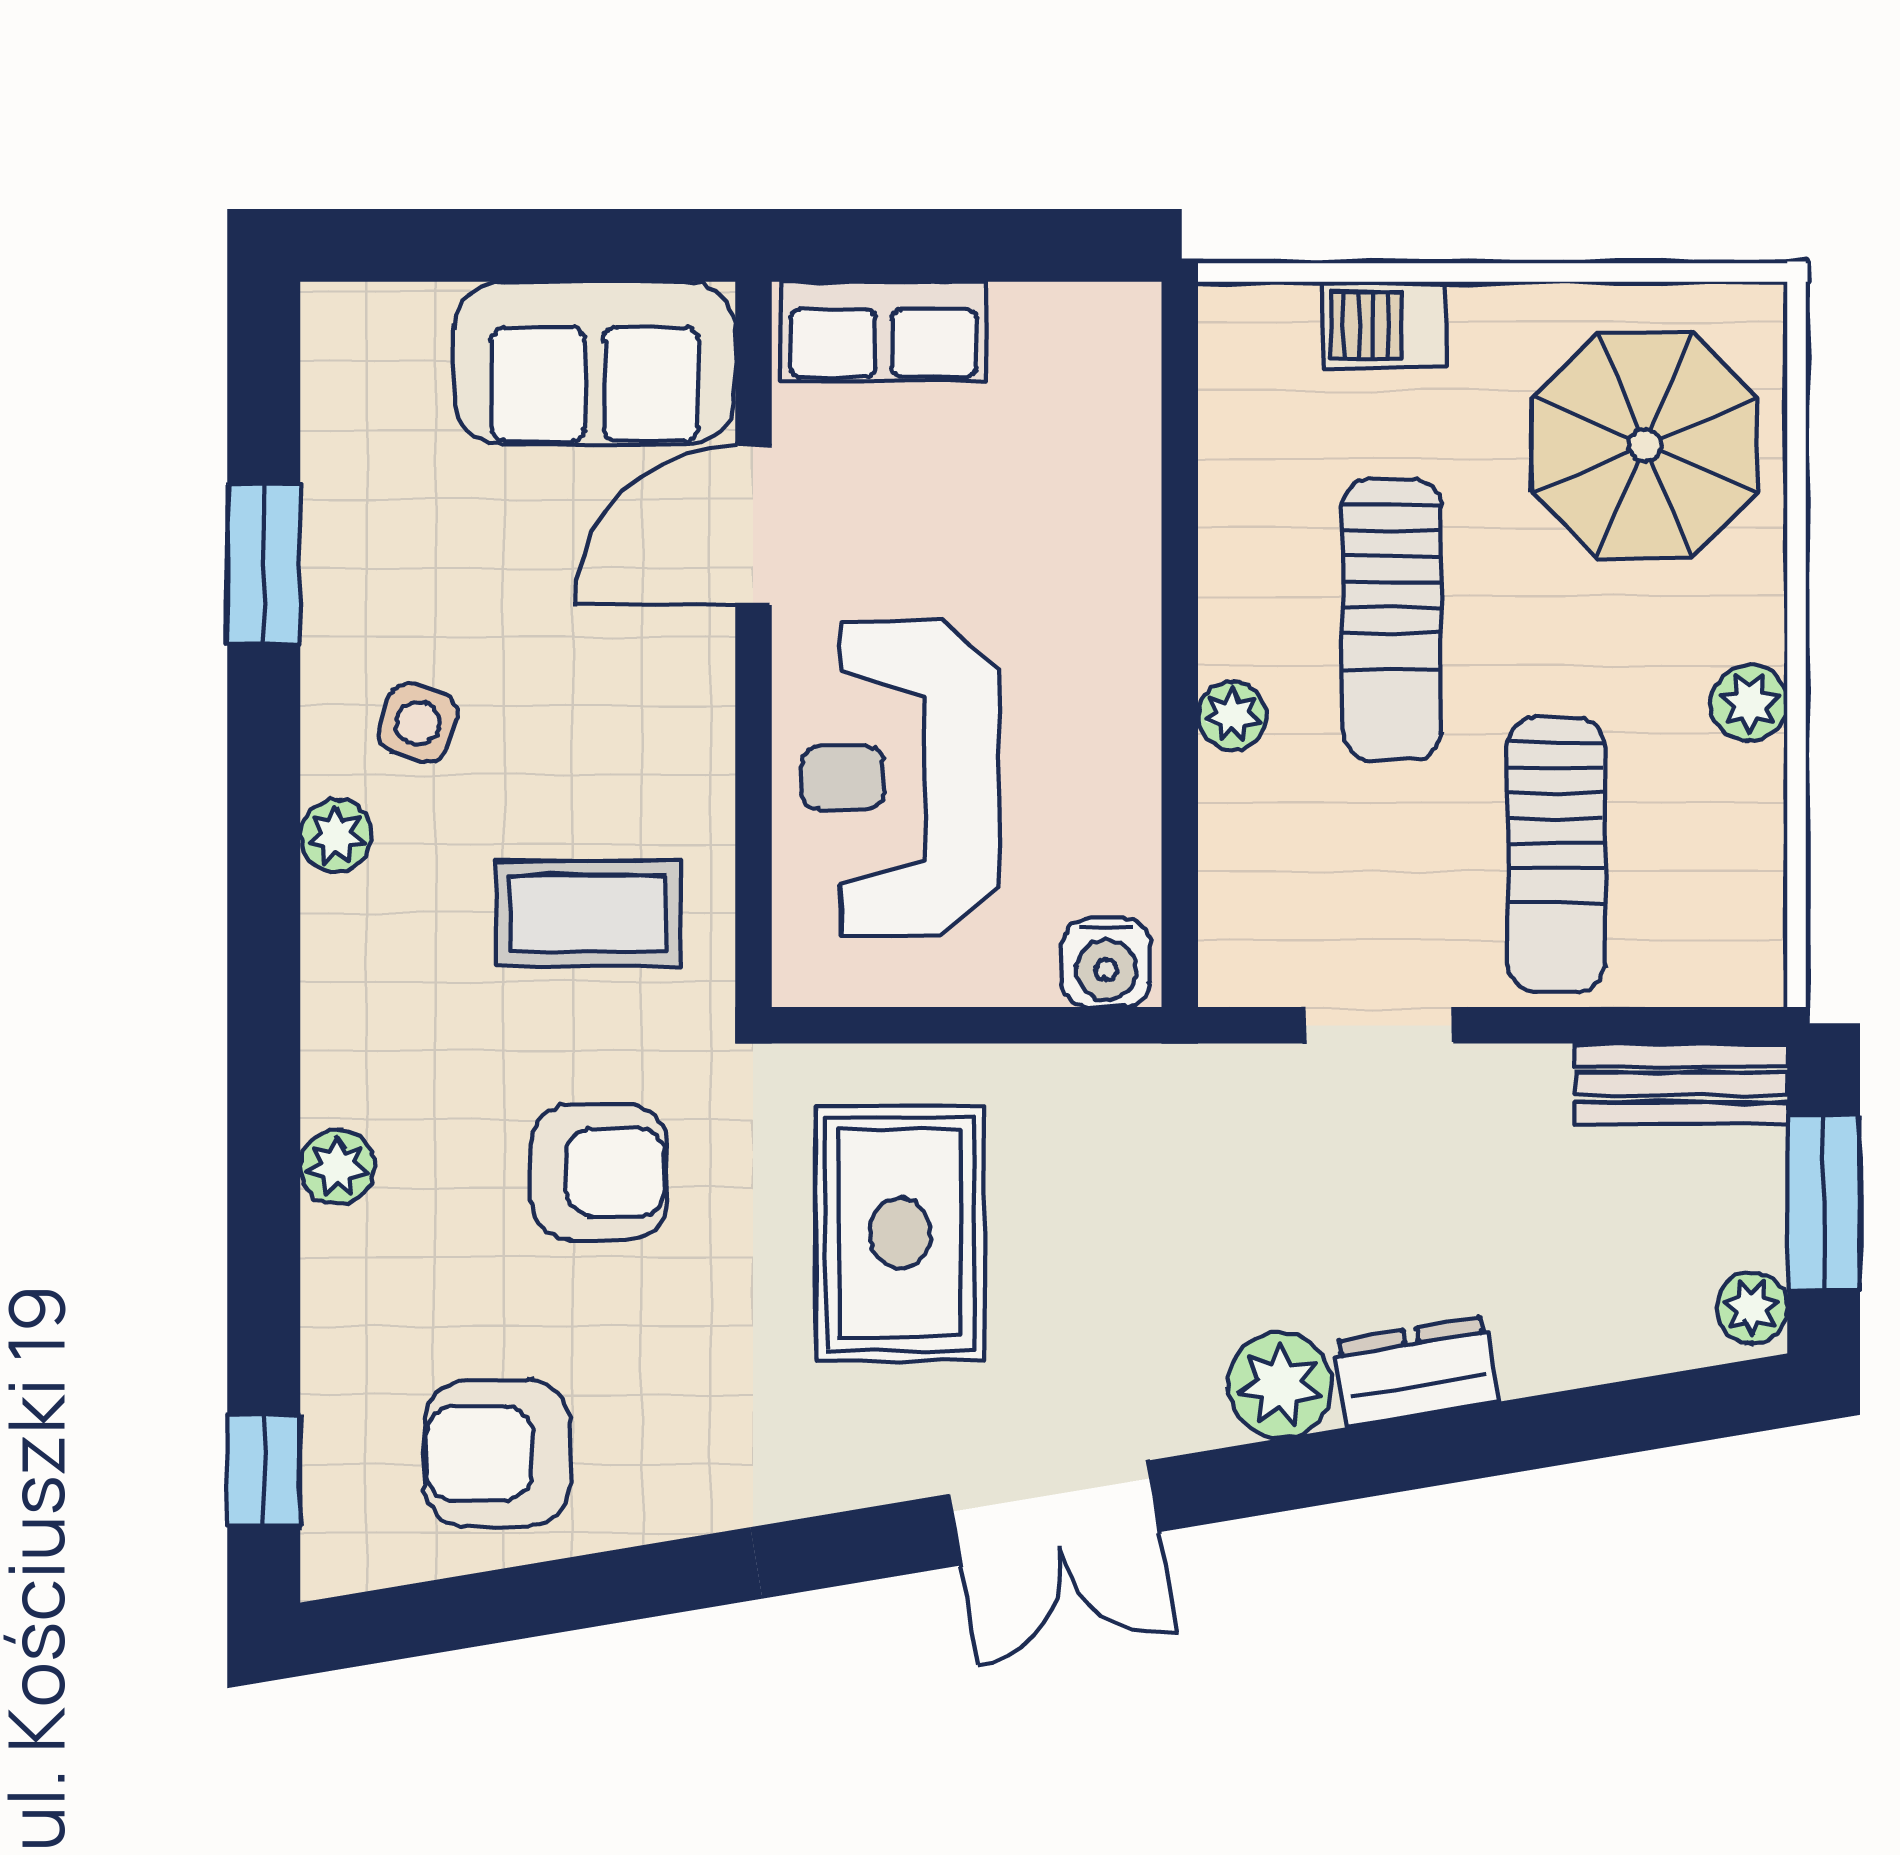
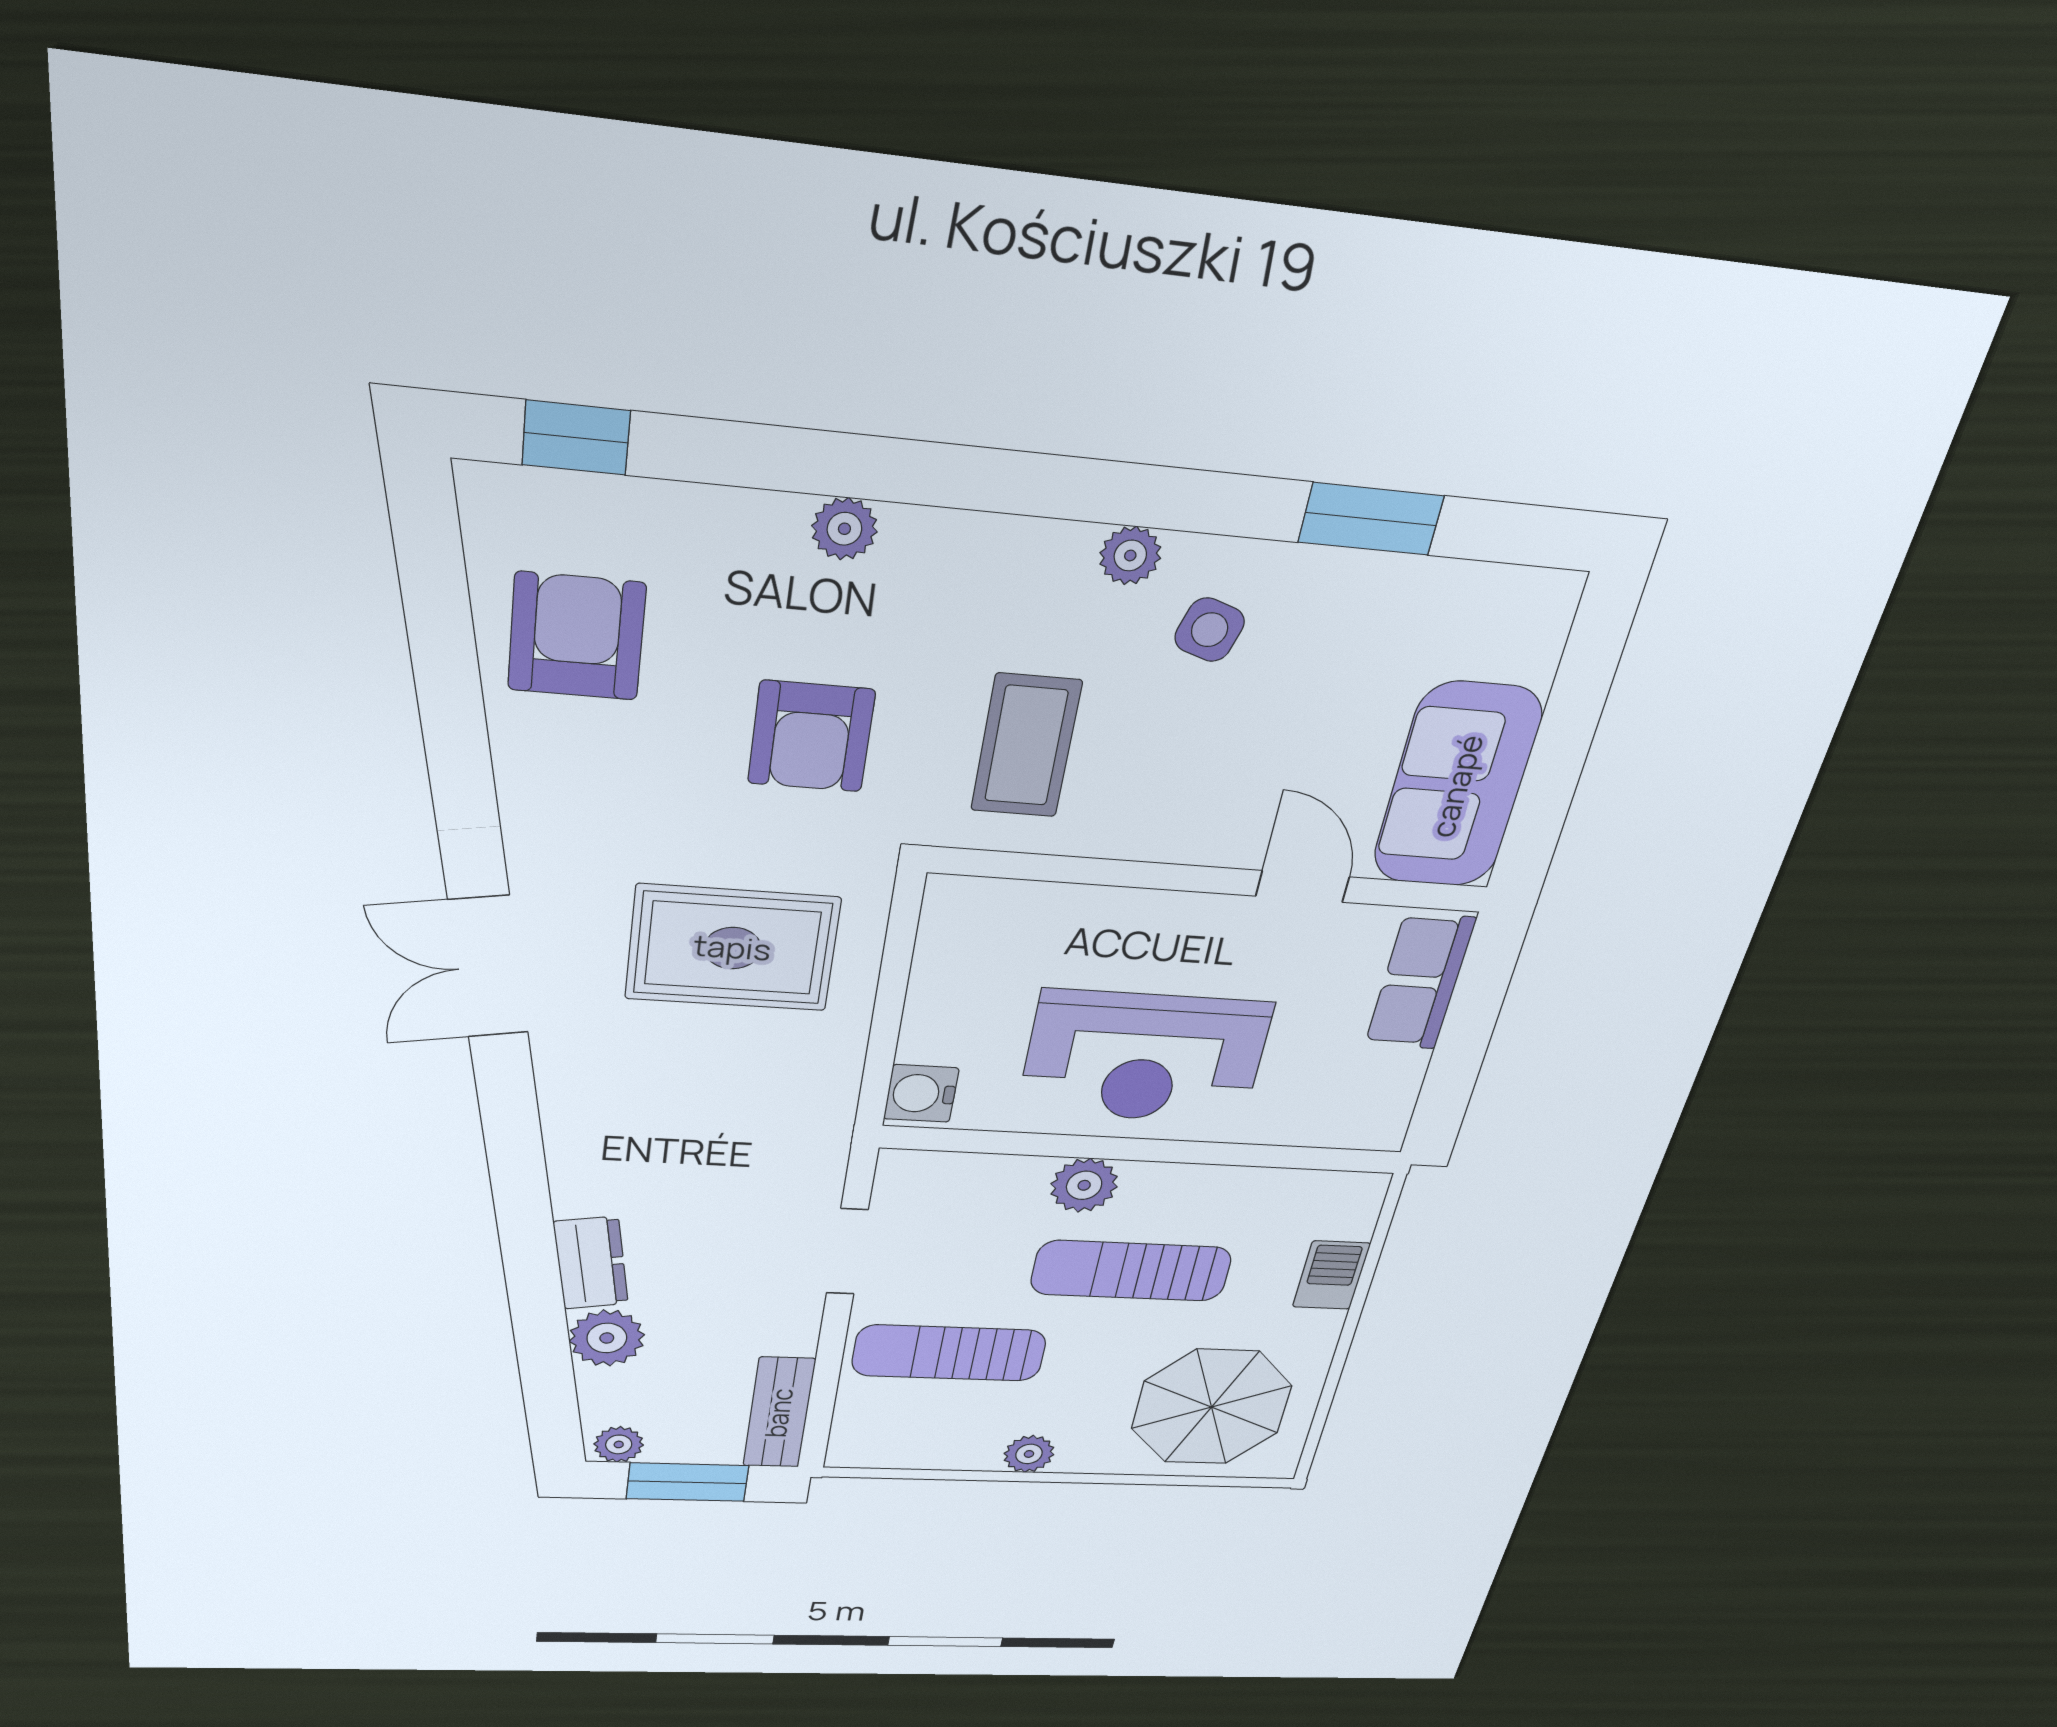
door: (753, 525) -> (1302, 886), width x0.73
plant: (1232, 716) -> (1084, 1185), width x1.38, depth x1.38
reception desk: (900, 778) -> (1145, 1057), moved, turned 180
plant: (1280, 1385) -> (607, 1338), moved
double door: (1055, 1513) -> (489, 967), moved

